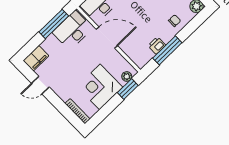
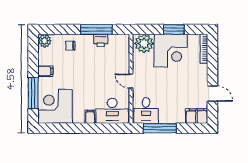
desk: (73, 30) -> (146, 110), width x0.73
door: (107, 38) -> (131, 81), width x0.53
plant: (127, 77) -> (144, 43), width x1.88, depth x1.88
window: (128, 89) -> (174, 29), moved

